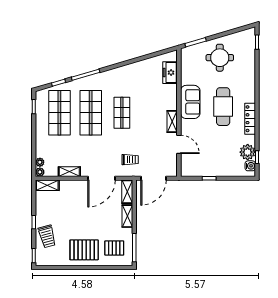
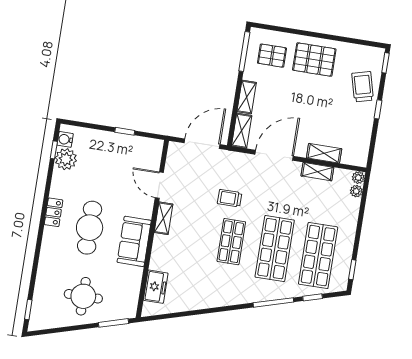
locker: (250, 119) -> (54, 212), width x0.66
trolley: (130, 160) -> (230, 198), moved
shelving: (47, 185) -> (324, 153), moved

